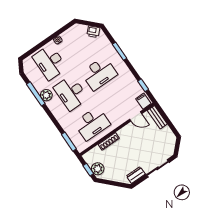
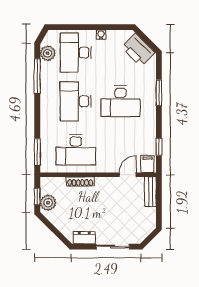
printer: (93, 32) -> (138, 50), width x1.87, depth x1.48
plant: (46, 95) -> (48, 53), moved
door: (136, 116) -> (128, 175), swing flipped

